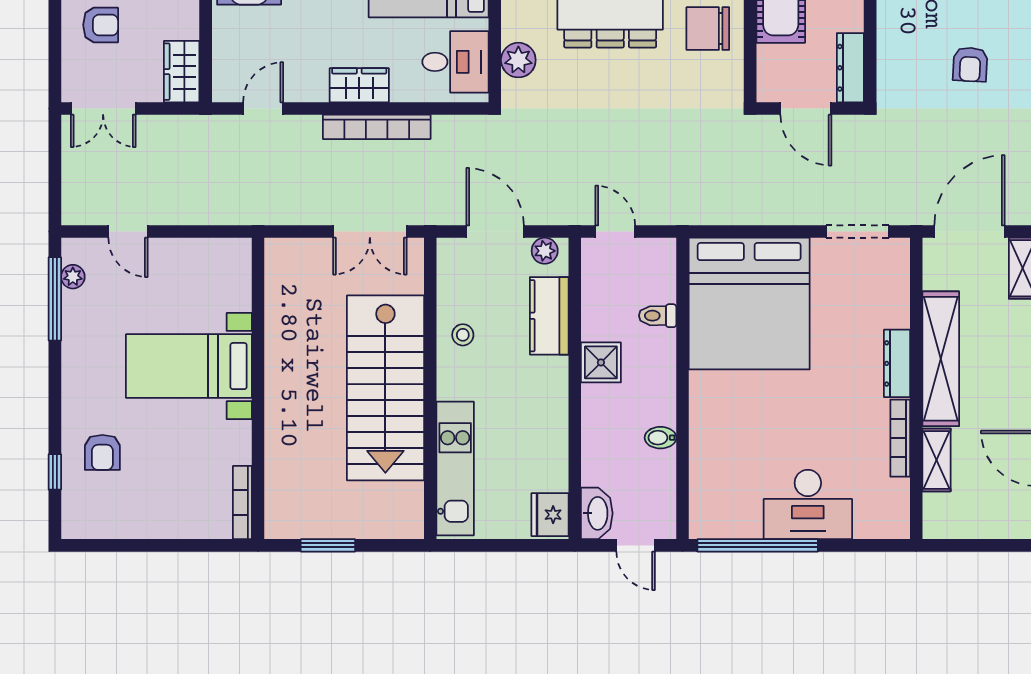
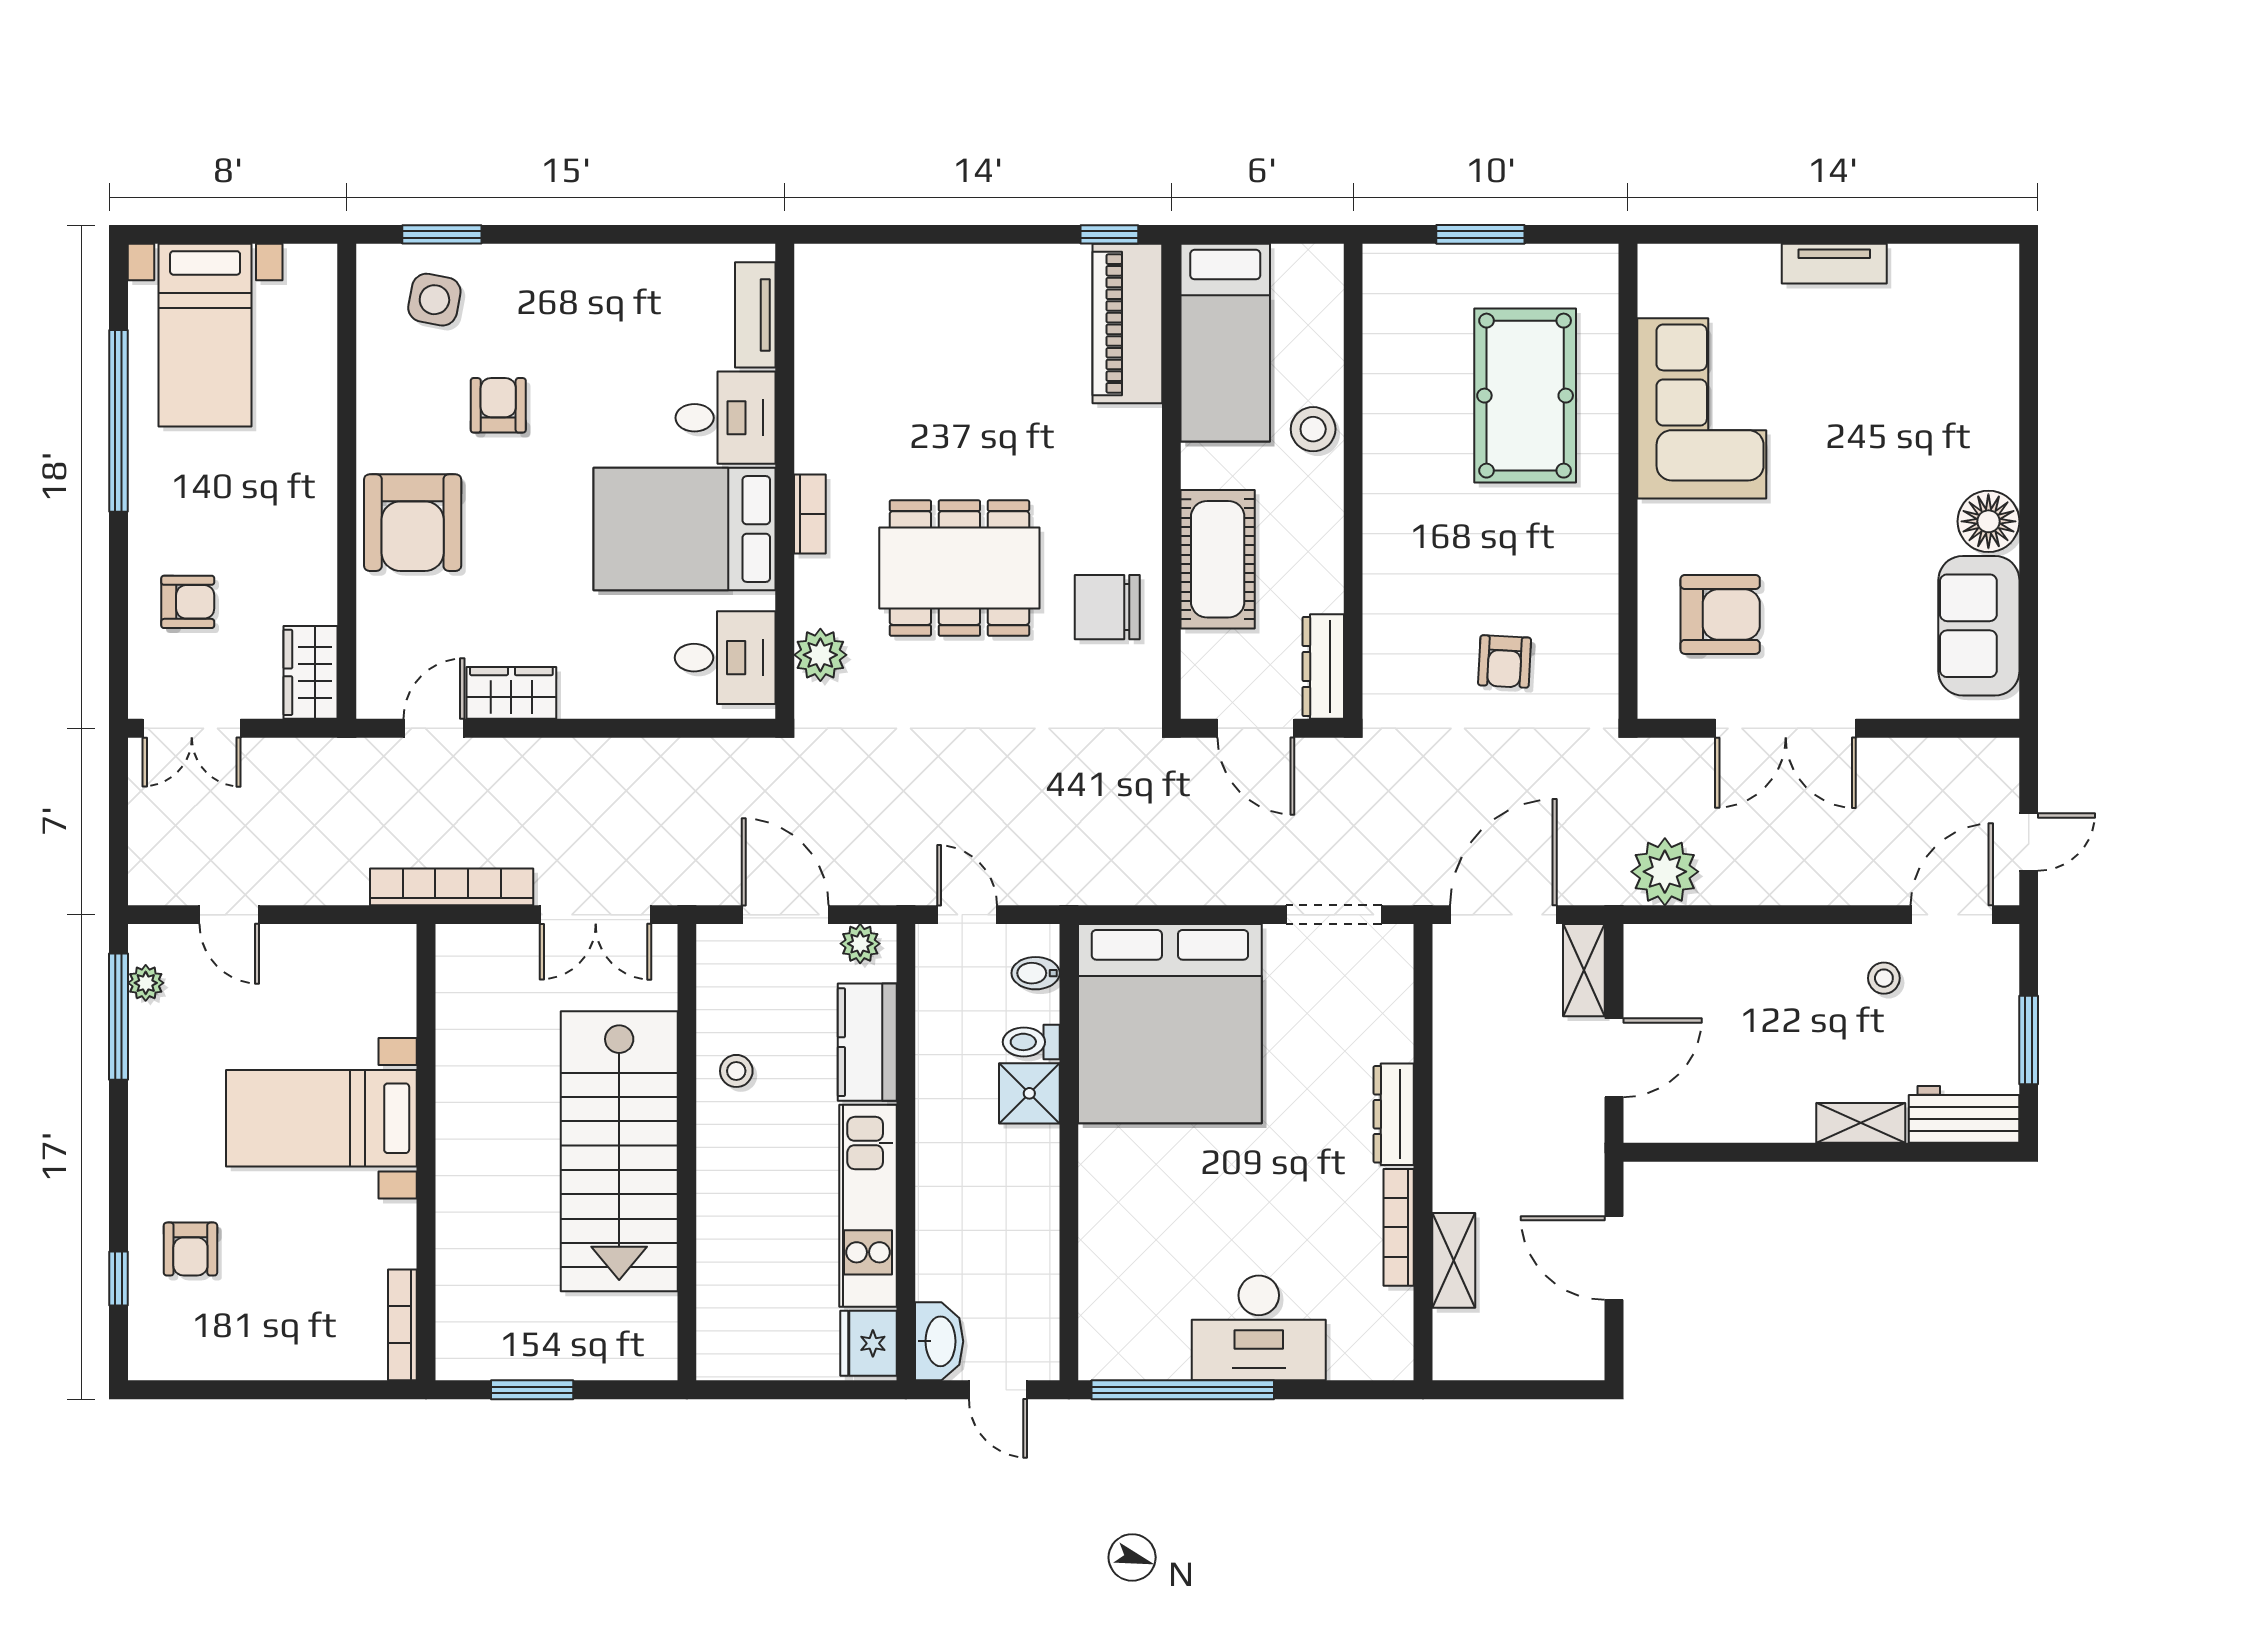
wardrobe: (359, 85) -> (511, 693), moved
bookcase: (377, 127) -> (452, 887), moved, turned 180
shelving: (941, 359) -> (1460, 1107), removed
shower: (601, 362) -> (1029, 1093), moved
bidet: (660, 438) -> (1036, 973), moved
kitchen unit: (455, 468) -> (868, 1206), moved, turned 180

